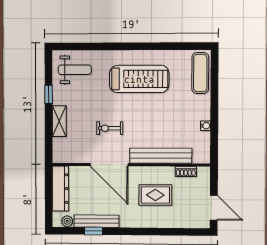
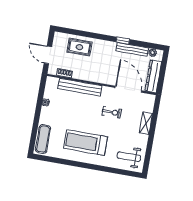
window: (49, 94) -> (150, 143), removed
door: (109, 165) -> (128, 89), moved
rug: (155, 195) -> (79, 47), moved
door: (214, 208) -> (48, 55), moved
window: (94, 231) -> (123, 41), moved

